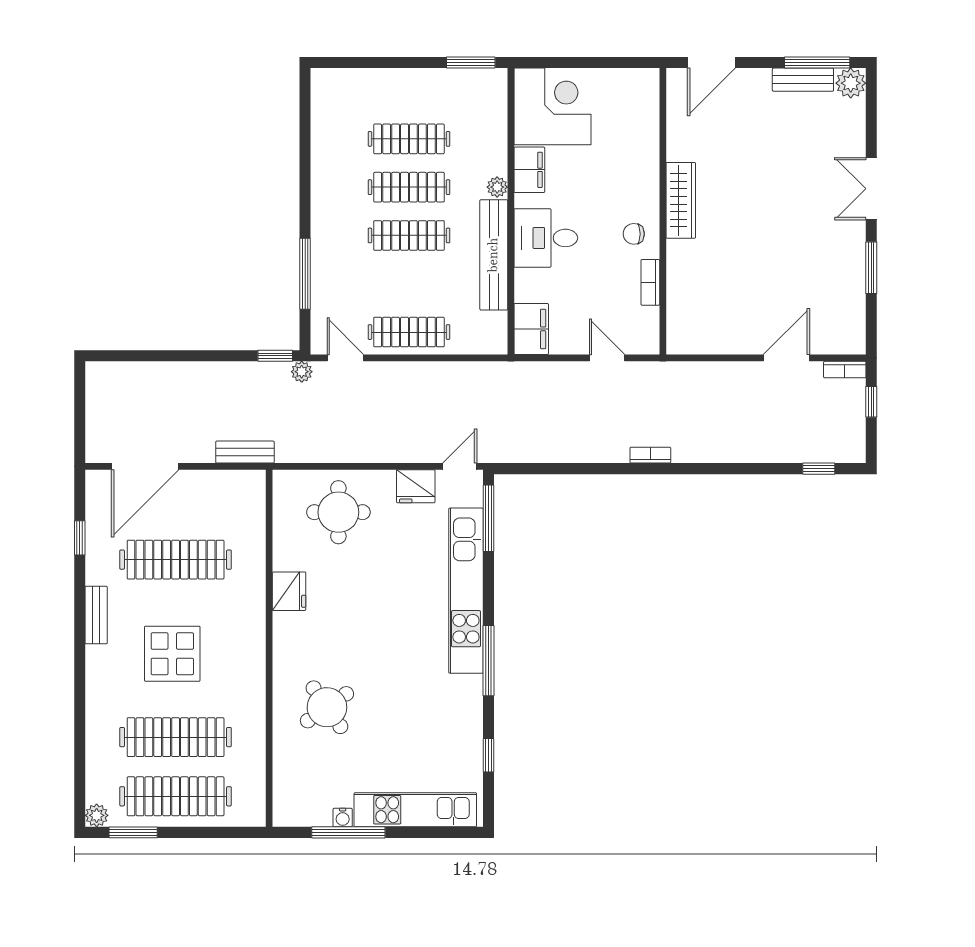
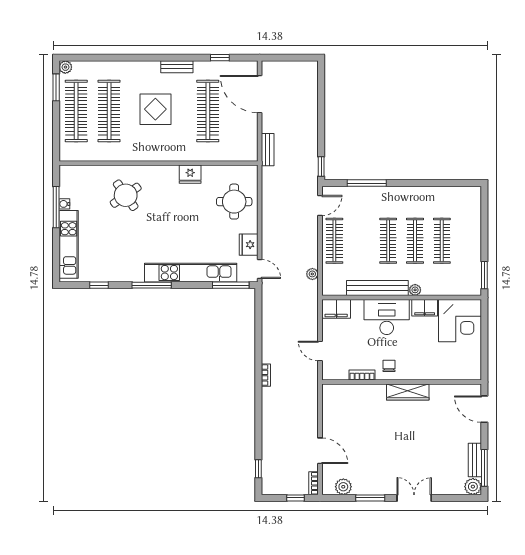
desk: (546, 238) -> (387, 317), width x1.37
plant: (851, 316) -> (343, 487), added
door: (607, 358) -> (320, 351), swing flipped
plant: (302, 372) -> (312, 274), moved

